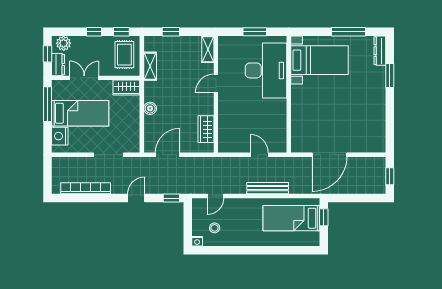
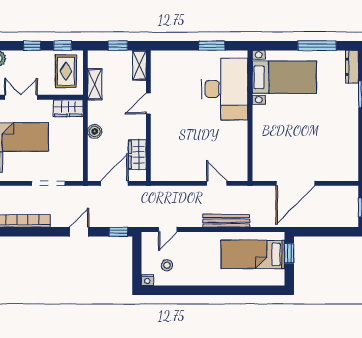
shelving: (208, 49) -> (139, 65), moved
door: (216, 83) -> (148, 104), moved
wall: (216, 94) -> (148, 116), moved
wardrobe: (206, 129) -> (137, 155), moved

